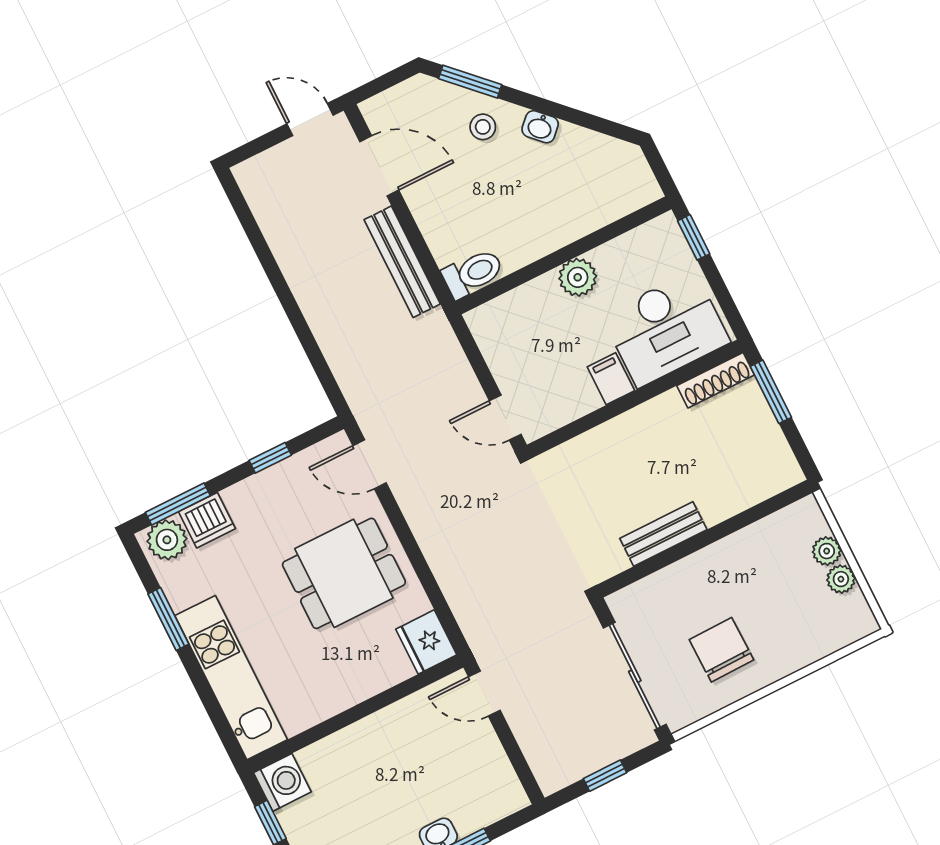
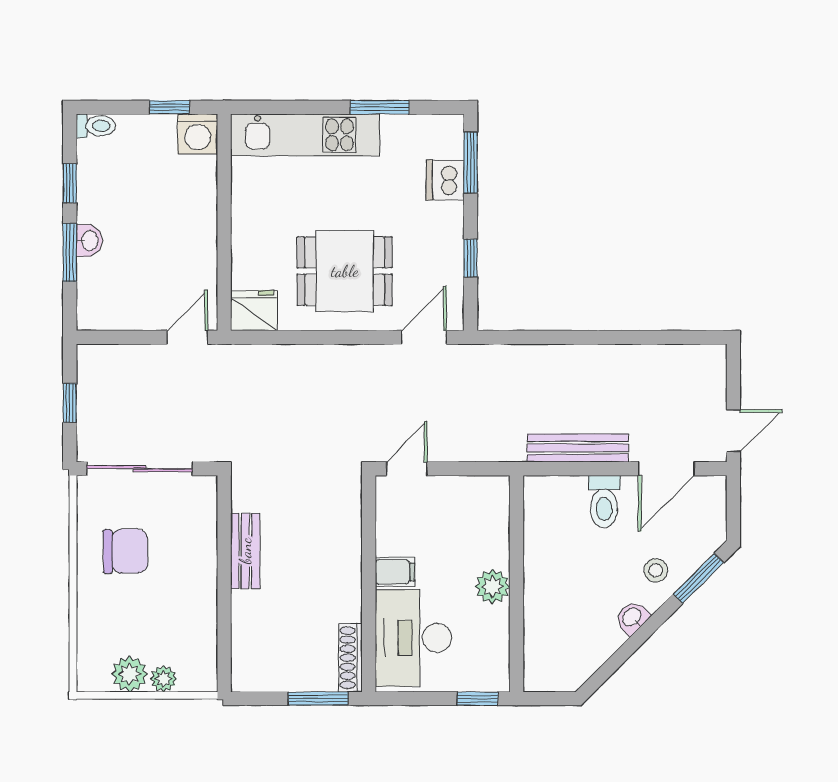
toilet: (473, 273) -> (604, 502), moved
plant: (167, 540) -> (446, 139), removed
dining table: (344, 573) -> (345, 271), turned 90
plant: (841, 579) -> (130, 674), width x1.38, depth x1.38

